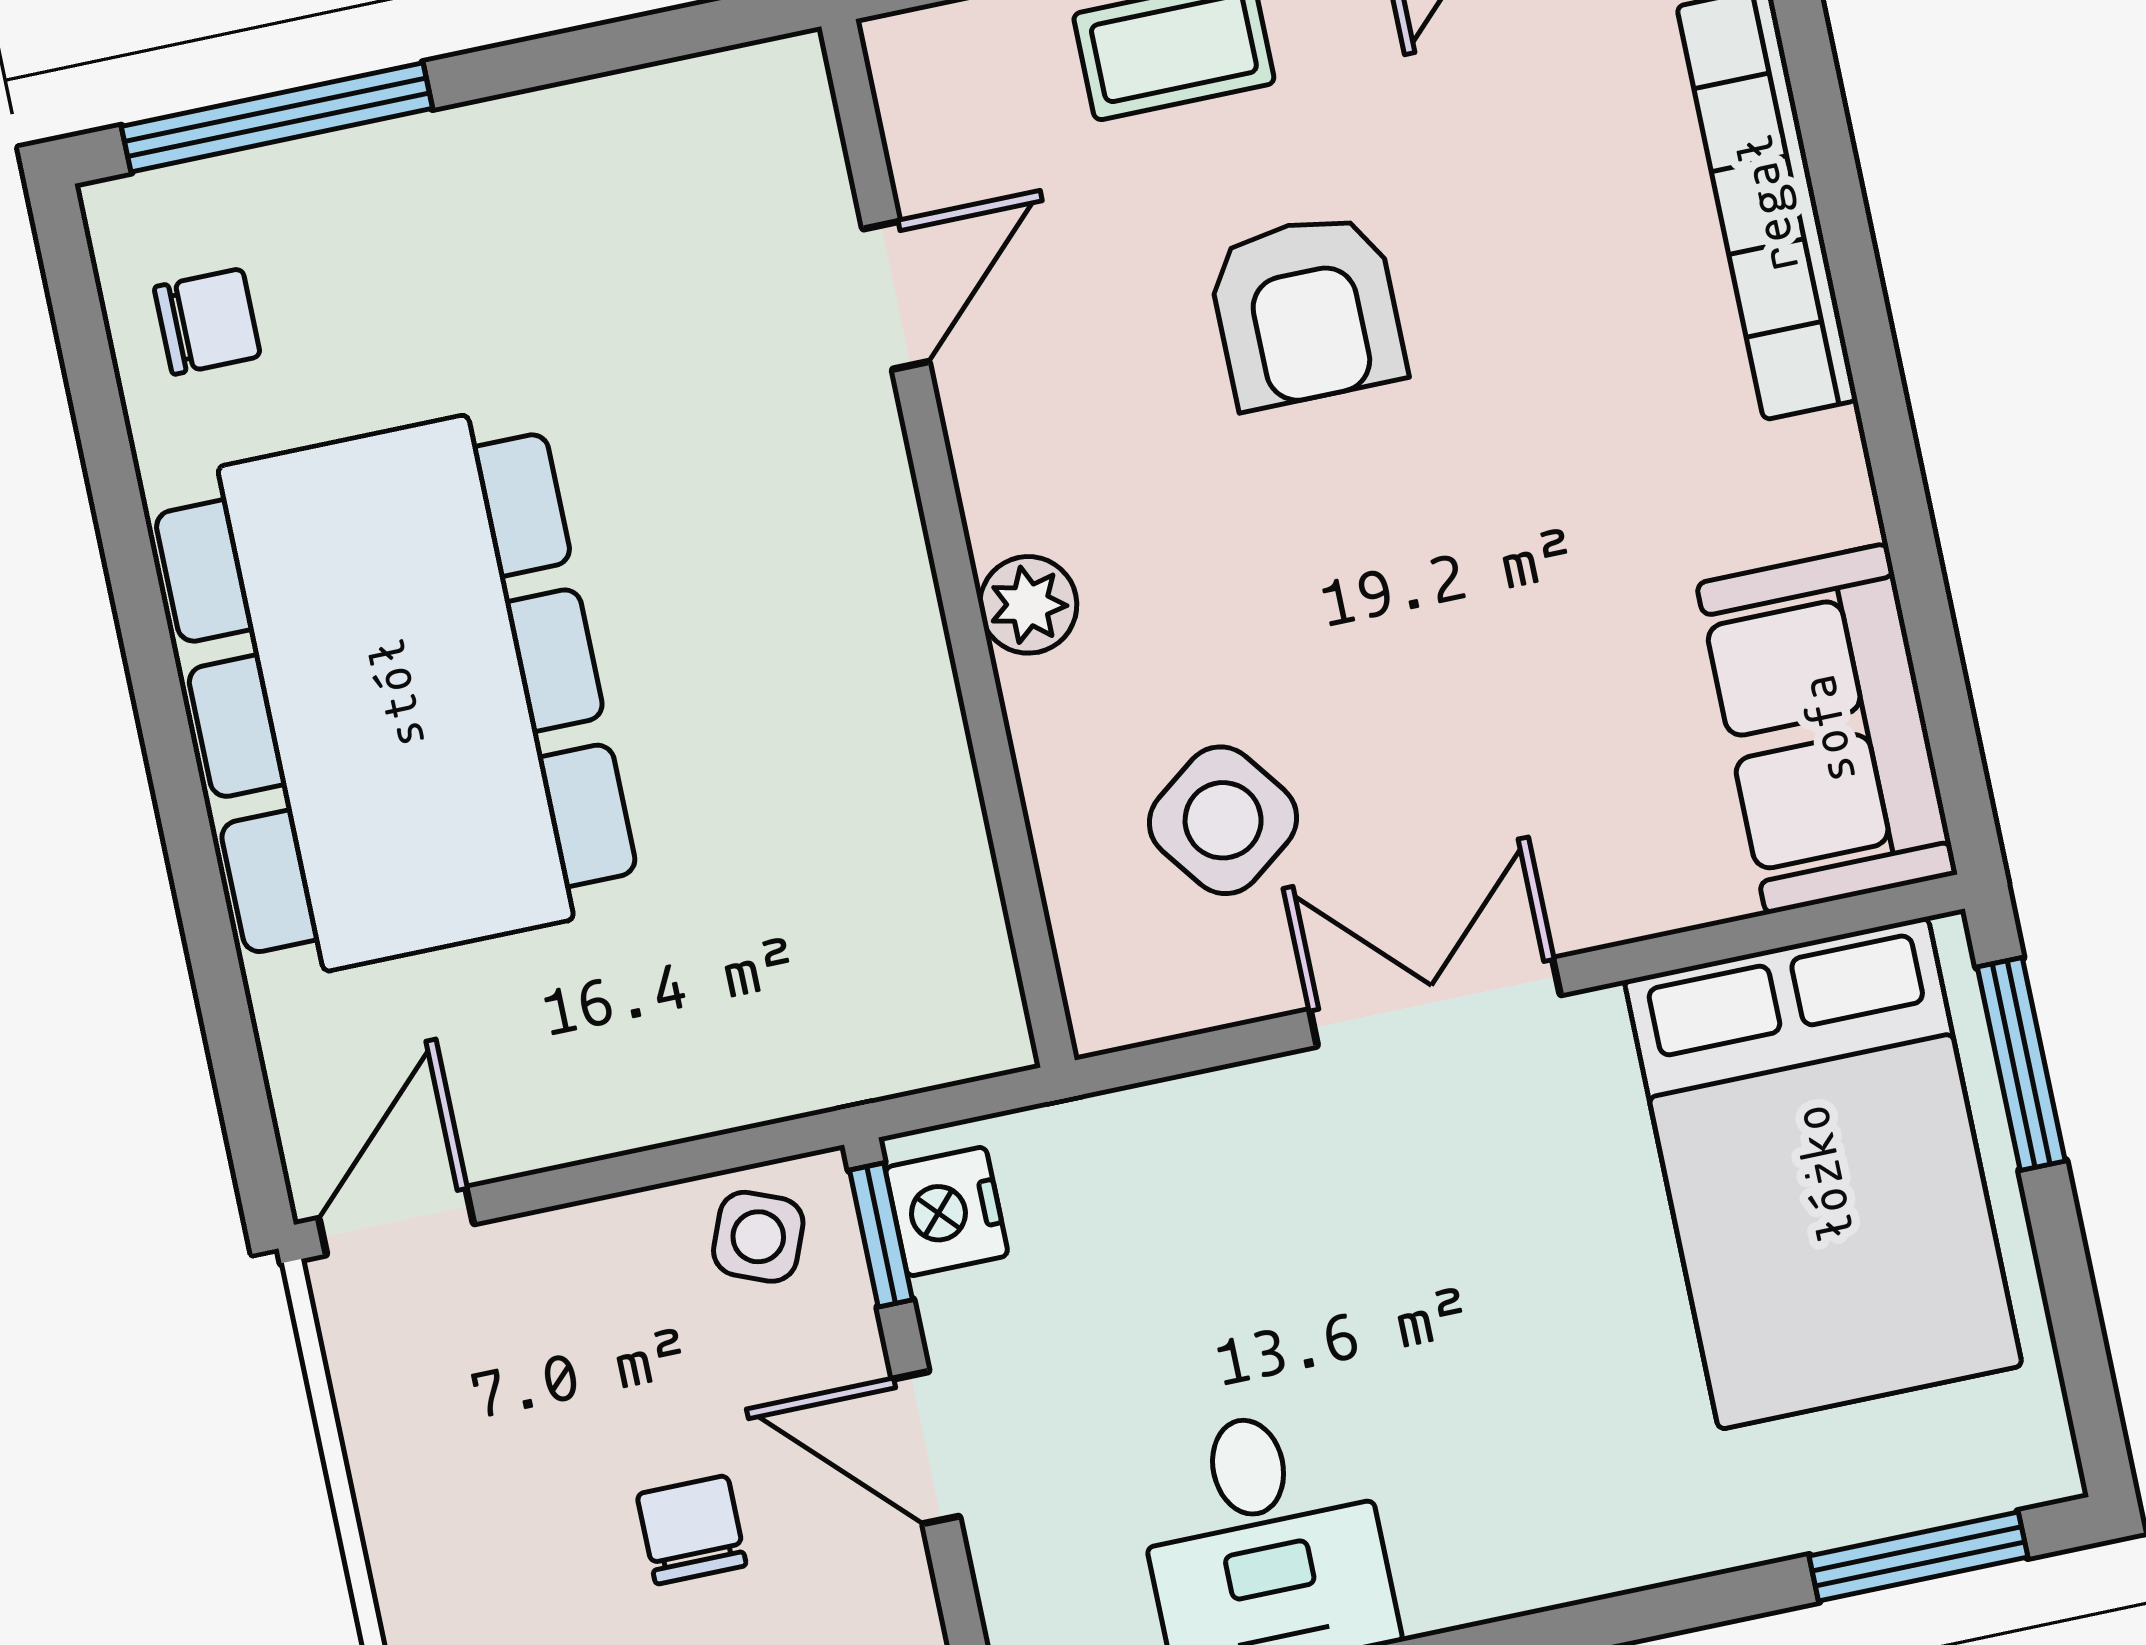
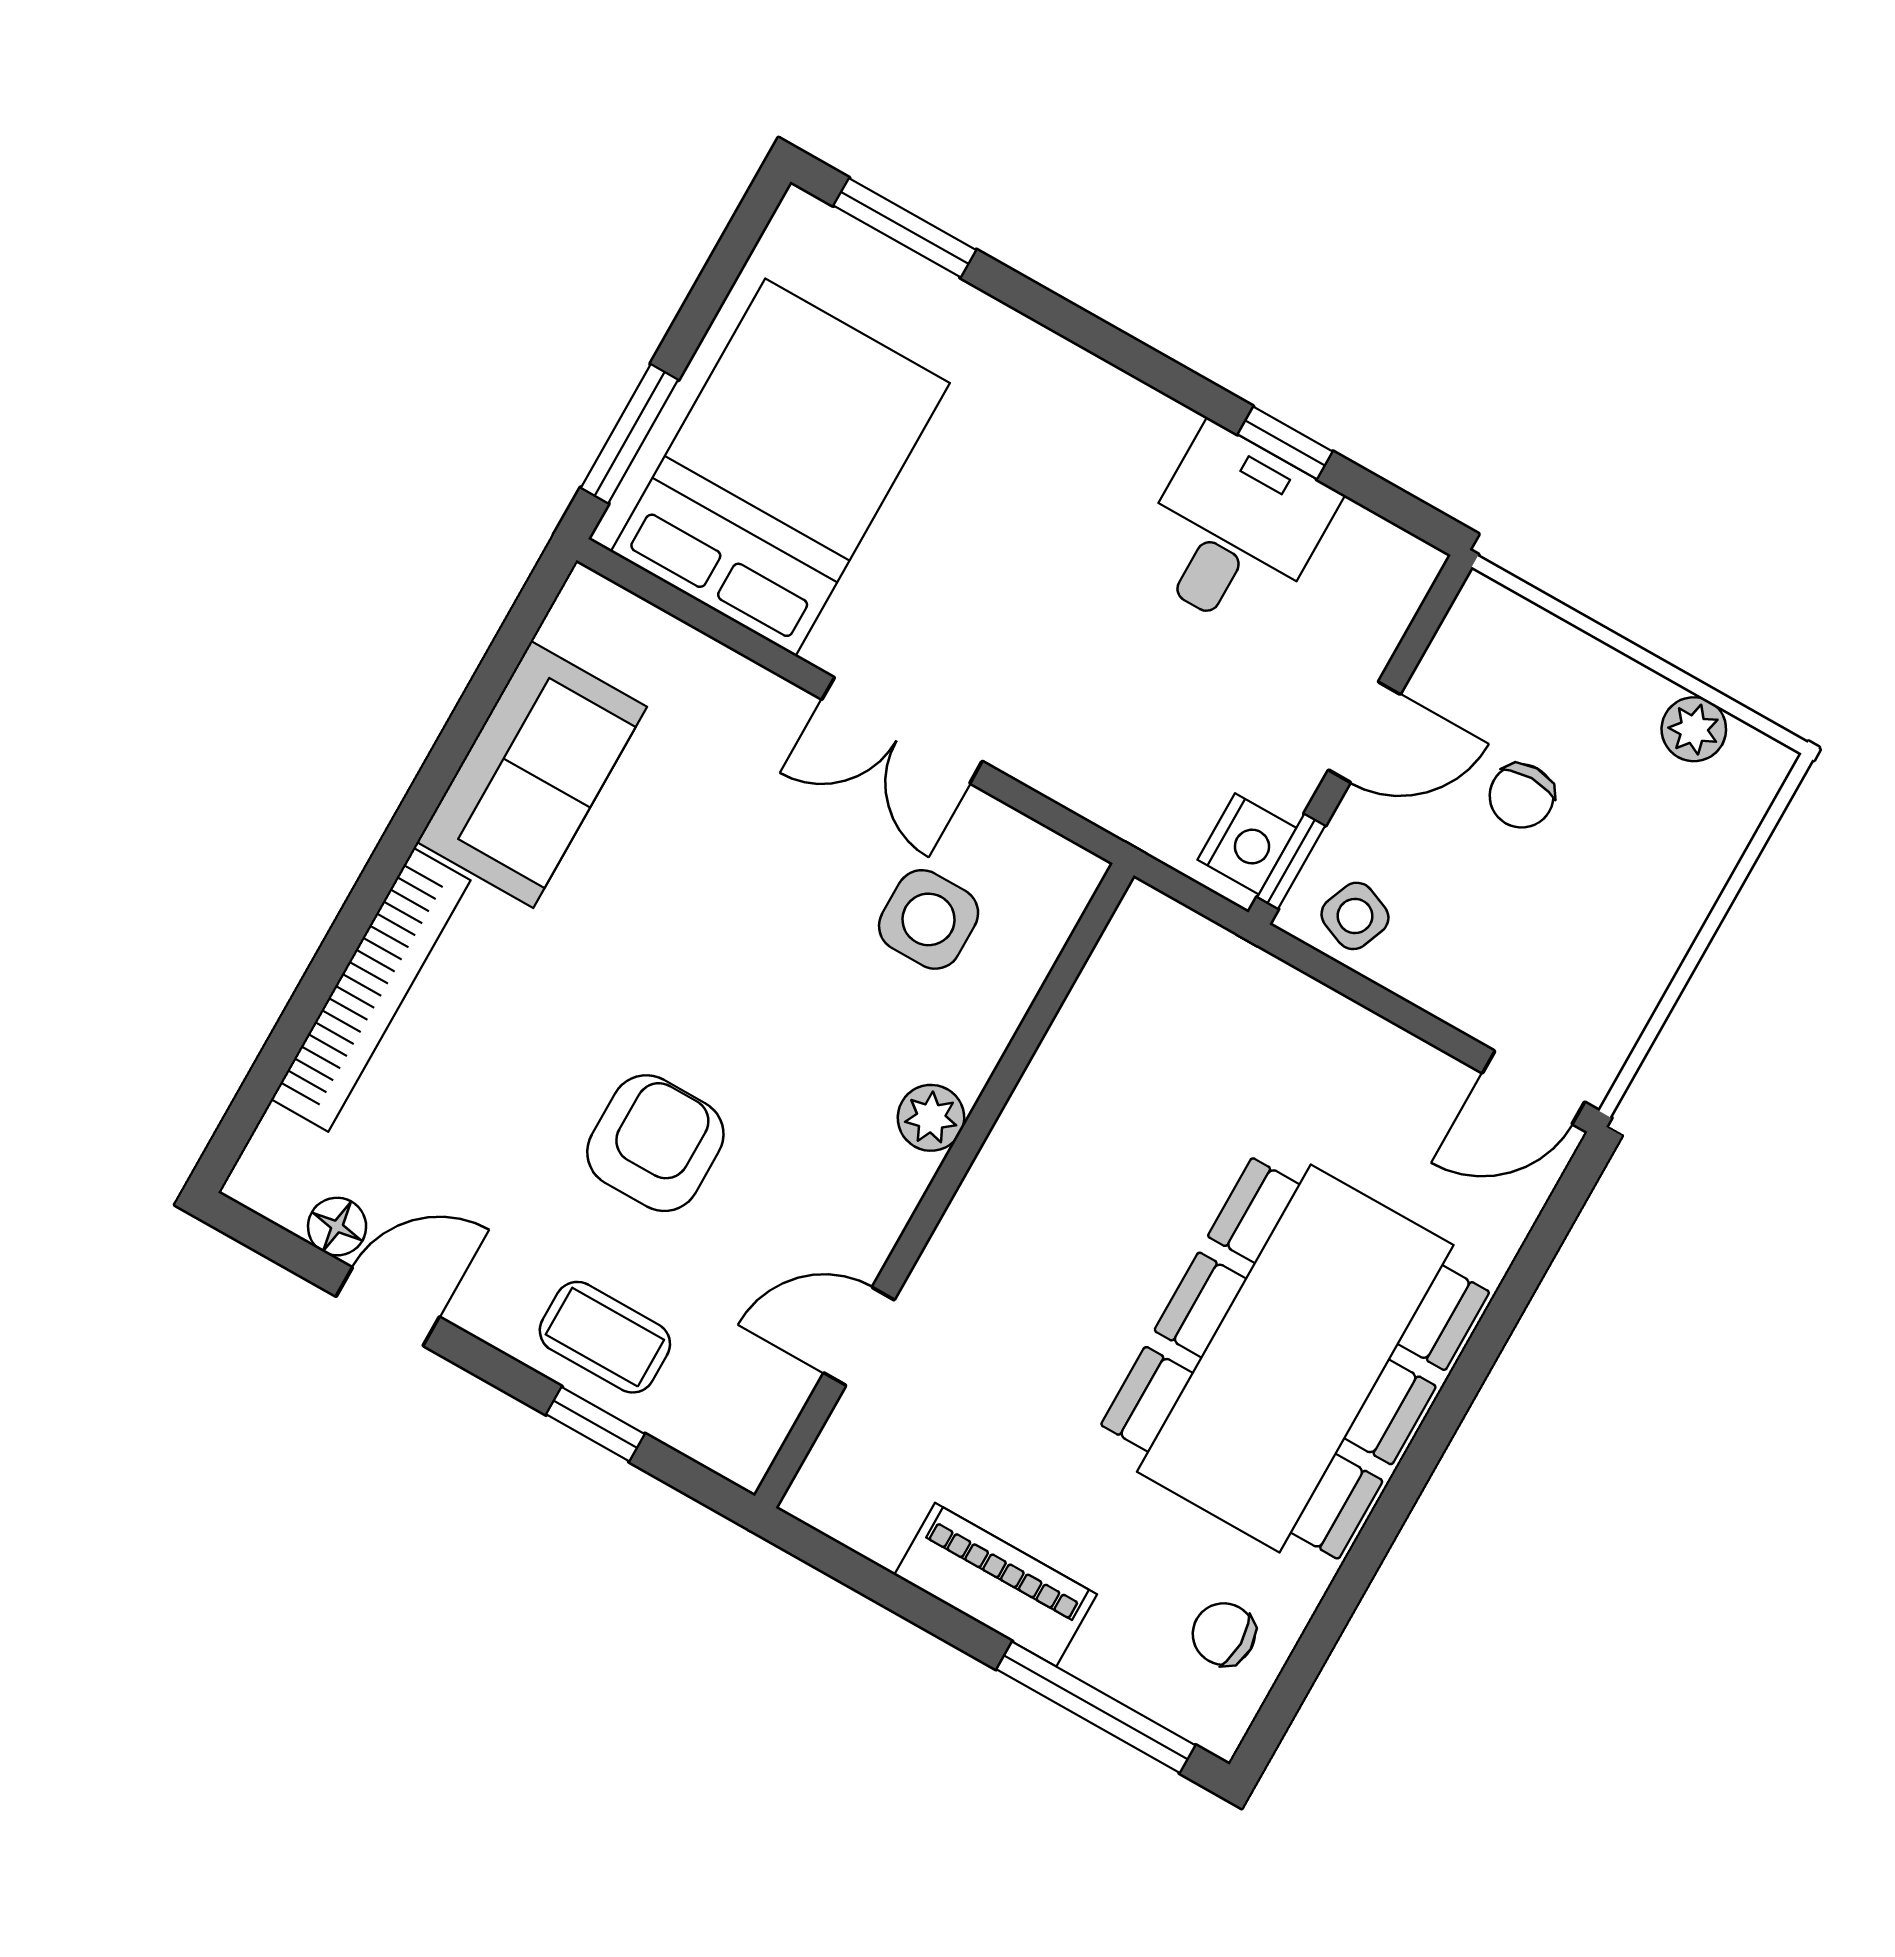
piano: (506, 155) -> (996, 1585), added
sofa: (1827, 729) -> (532, 774), moved
side table: (1223, 820) -> (929, 919), turned 37
door: (926, 1448) -> (1364, 732), hinge flipped

